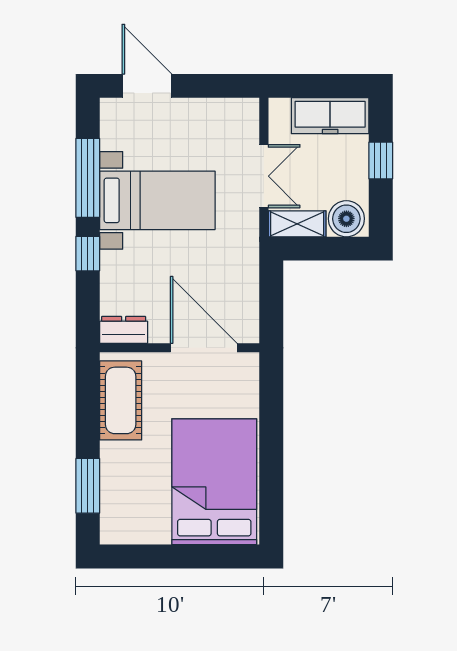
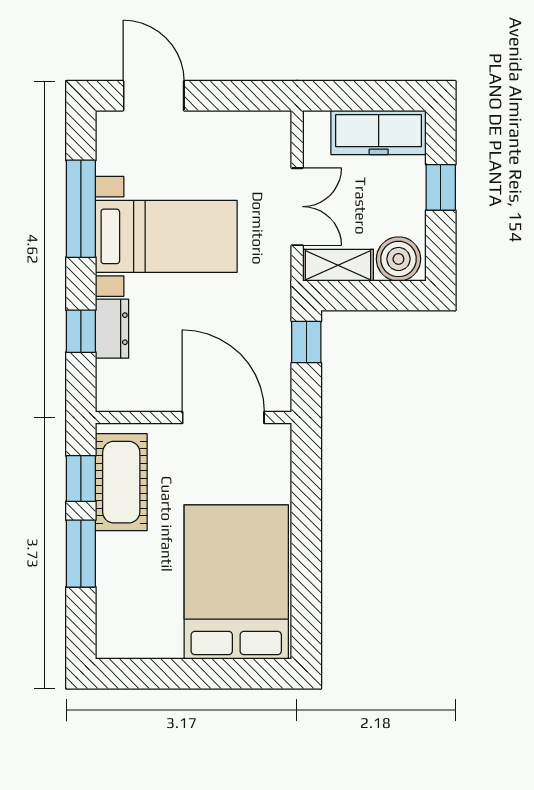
window: (88, 254) -> (81, 331), moved
window: (271, 286) -> (306, 342), added
dresser: (124, 330) -> (112, 329), moved, turned 90
window: (88, 398) -> (81, 479), added
window: (88, 486) -> (81, 554), moved

